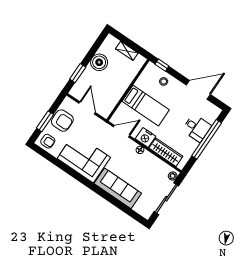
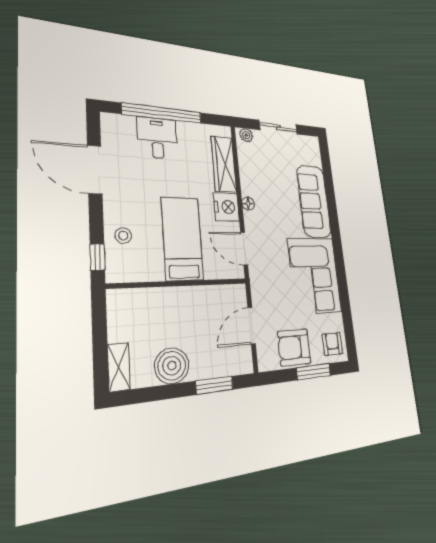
shelving: (127, 51) -> (119, 367), moved
armchair: (62, 121) -> (294, 347), turned -90
sliding door: (166, 199) -> (278, 127), width x0.73

